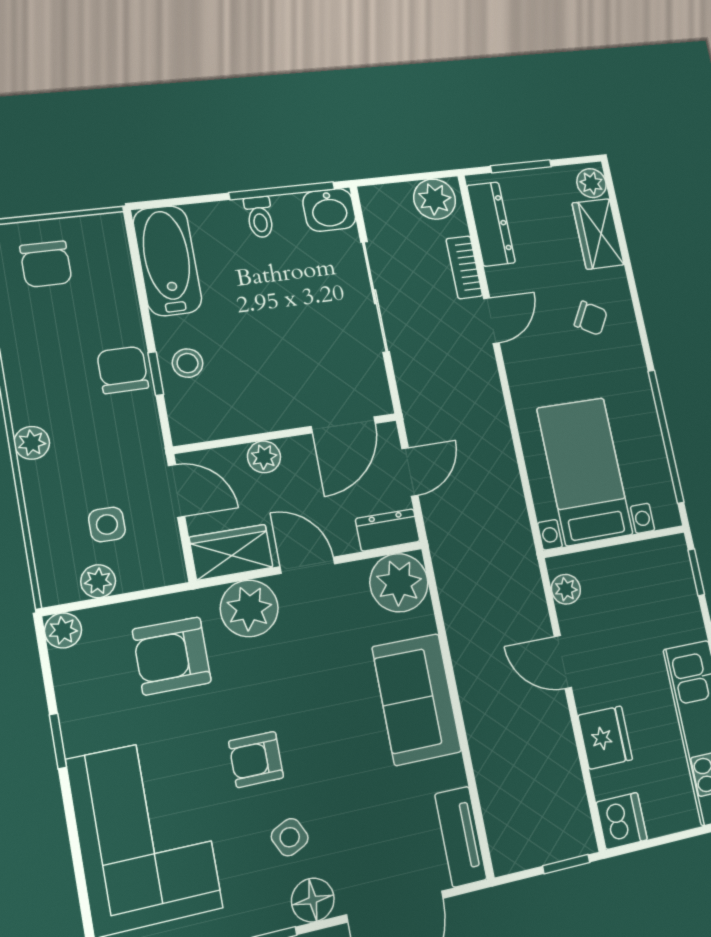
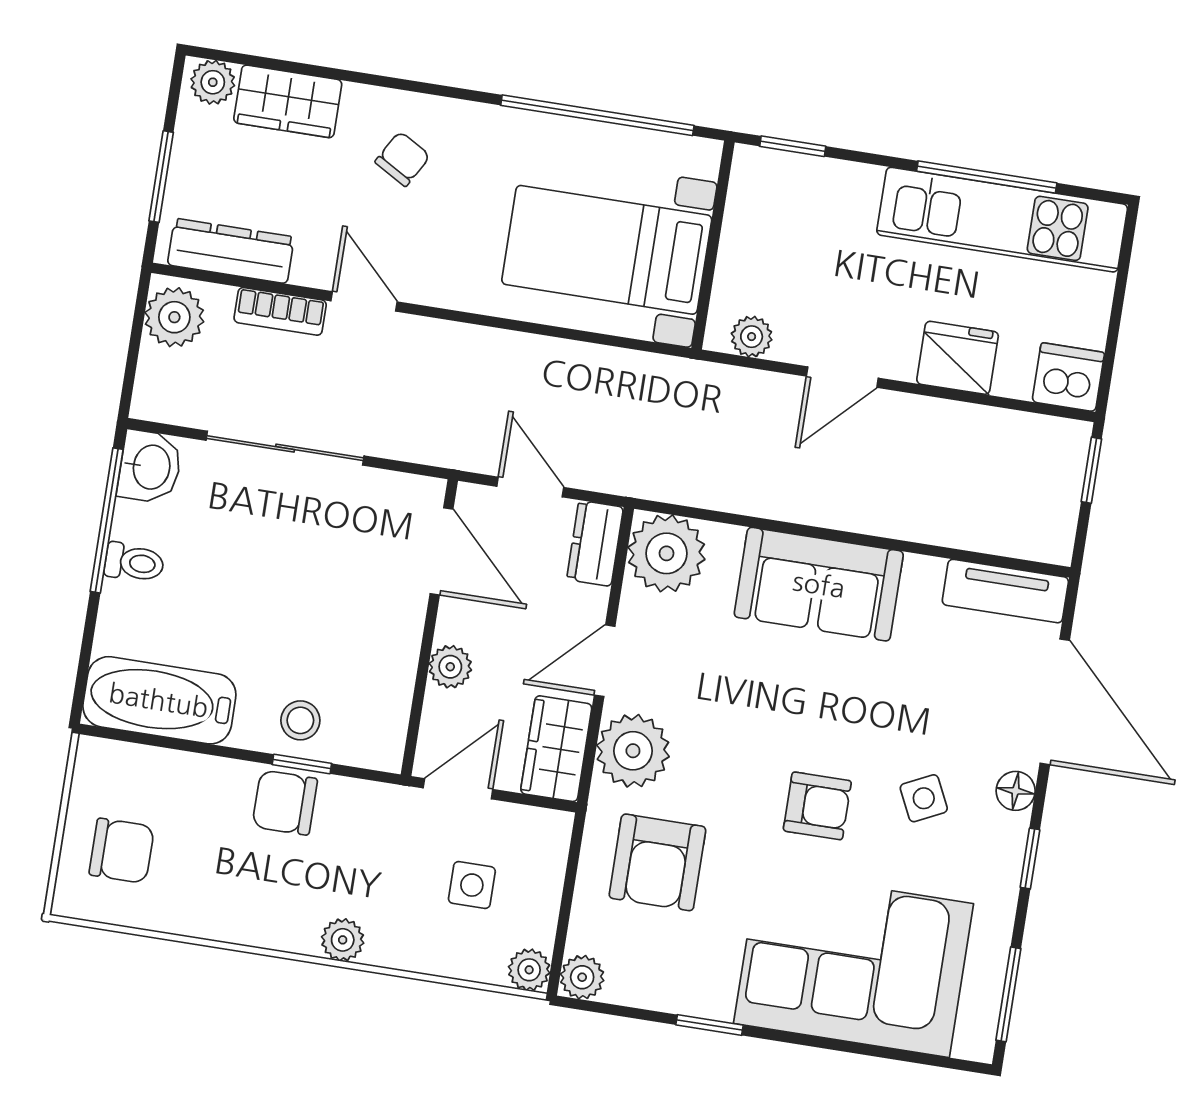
plant: (98, 581) -> (529, 970), moved
armchair: (256, 759) -> (817, 806), turned -90
floor lamp: (313, 900) -> (1016, 791), width x0.73, depth x0.73

